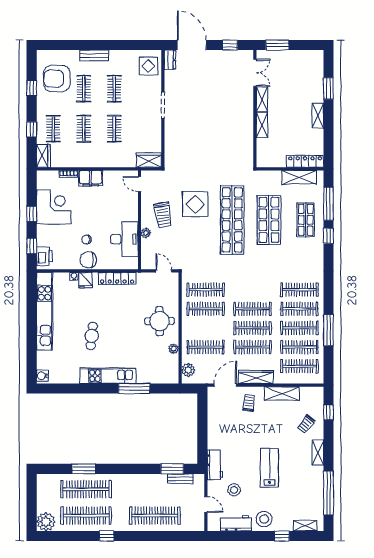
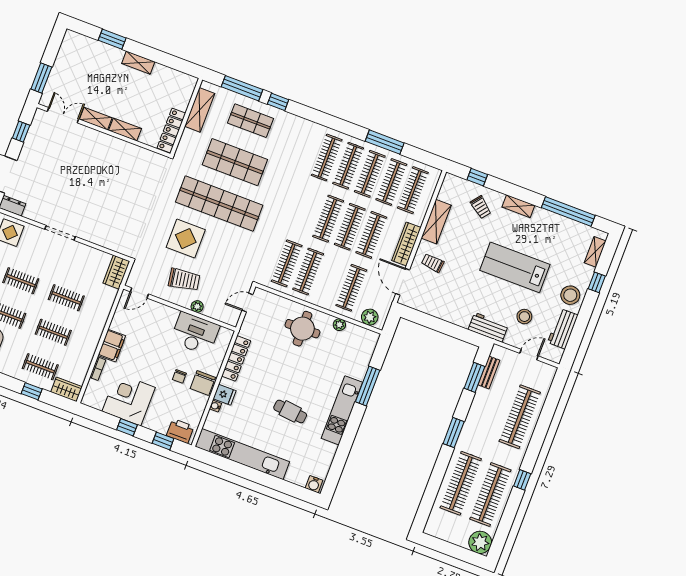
locker: (305, 161) -> (171, 131), moved
lab bench: (269, 468) -> (515, 267), width x1.36, depth x1.39
window: (84, 469) -> (454, 433), moved

